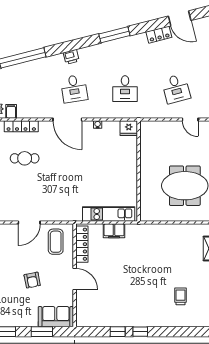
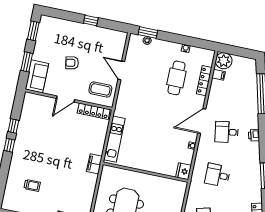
cafe table: (25, 158) -> (176, 78), width x1.37, depth x1.35
filing cabinet: (114, 231) -> (94, 164), moved

